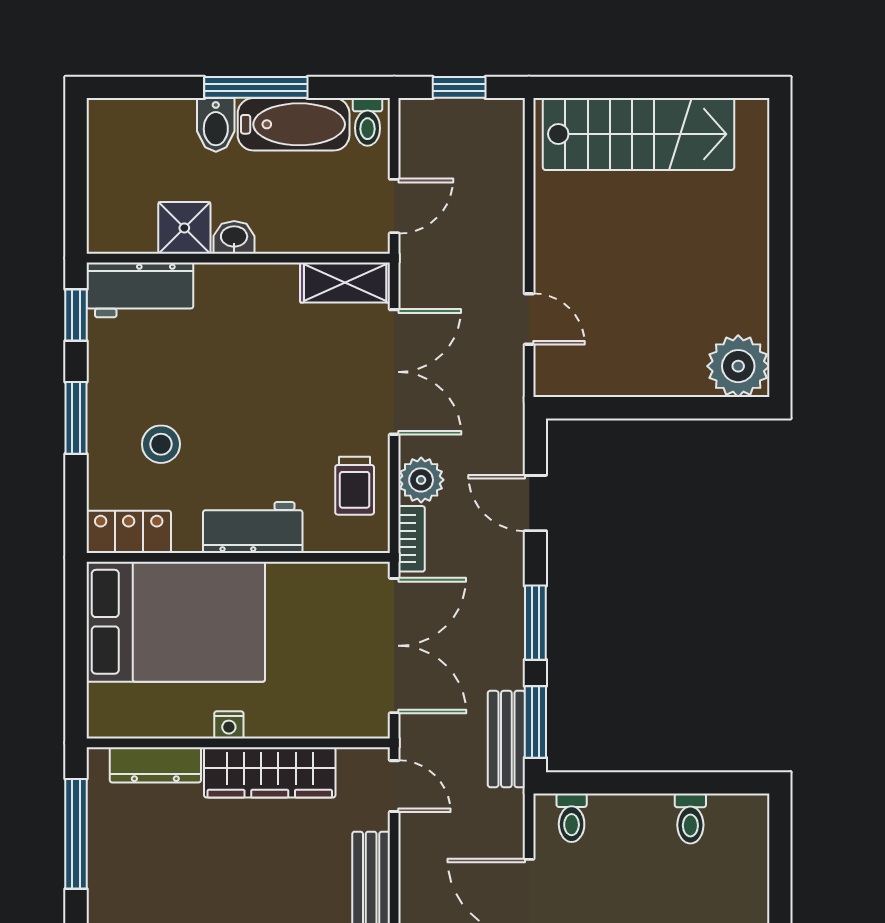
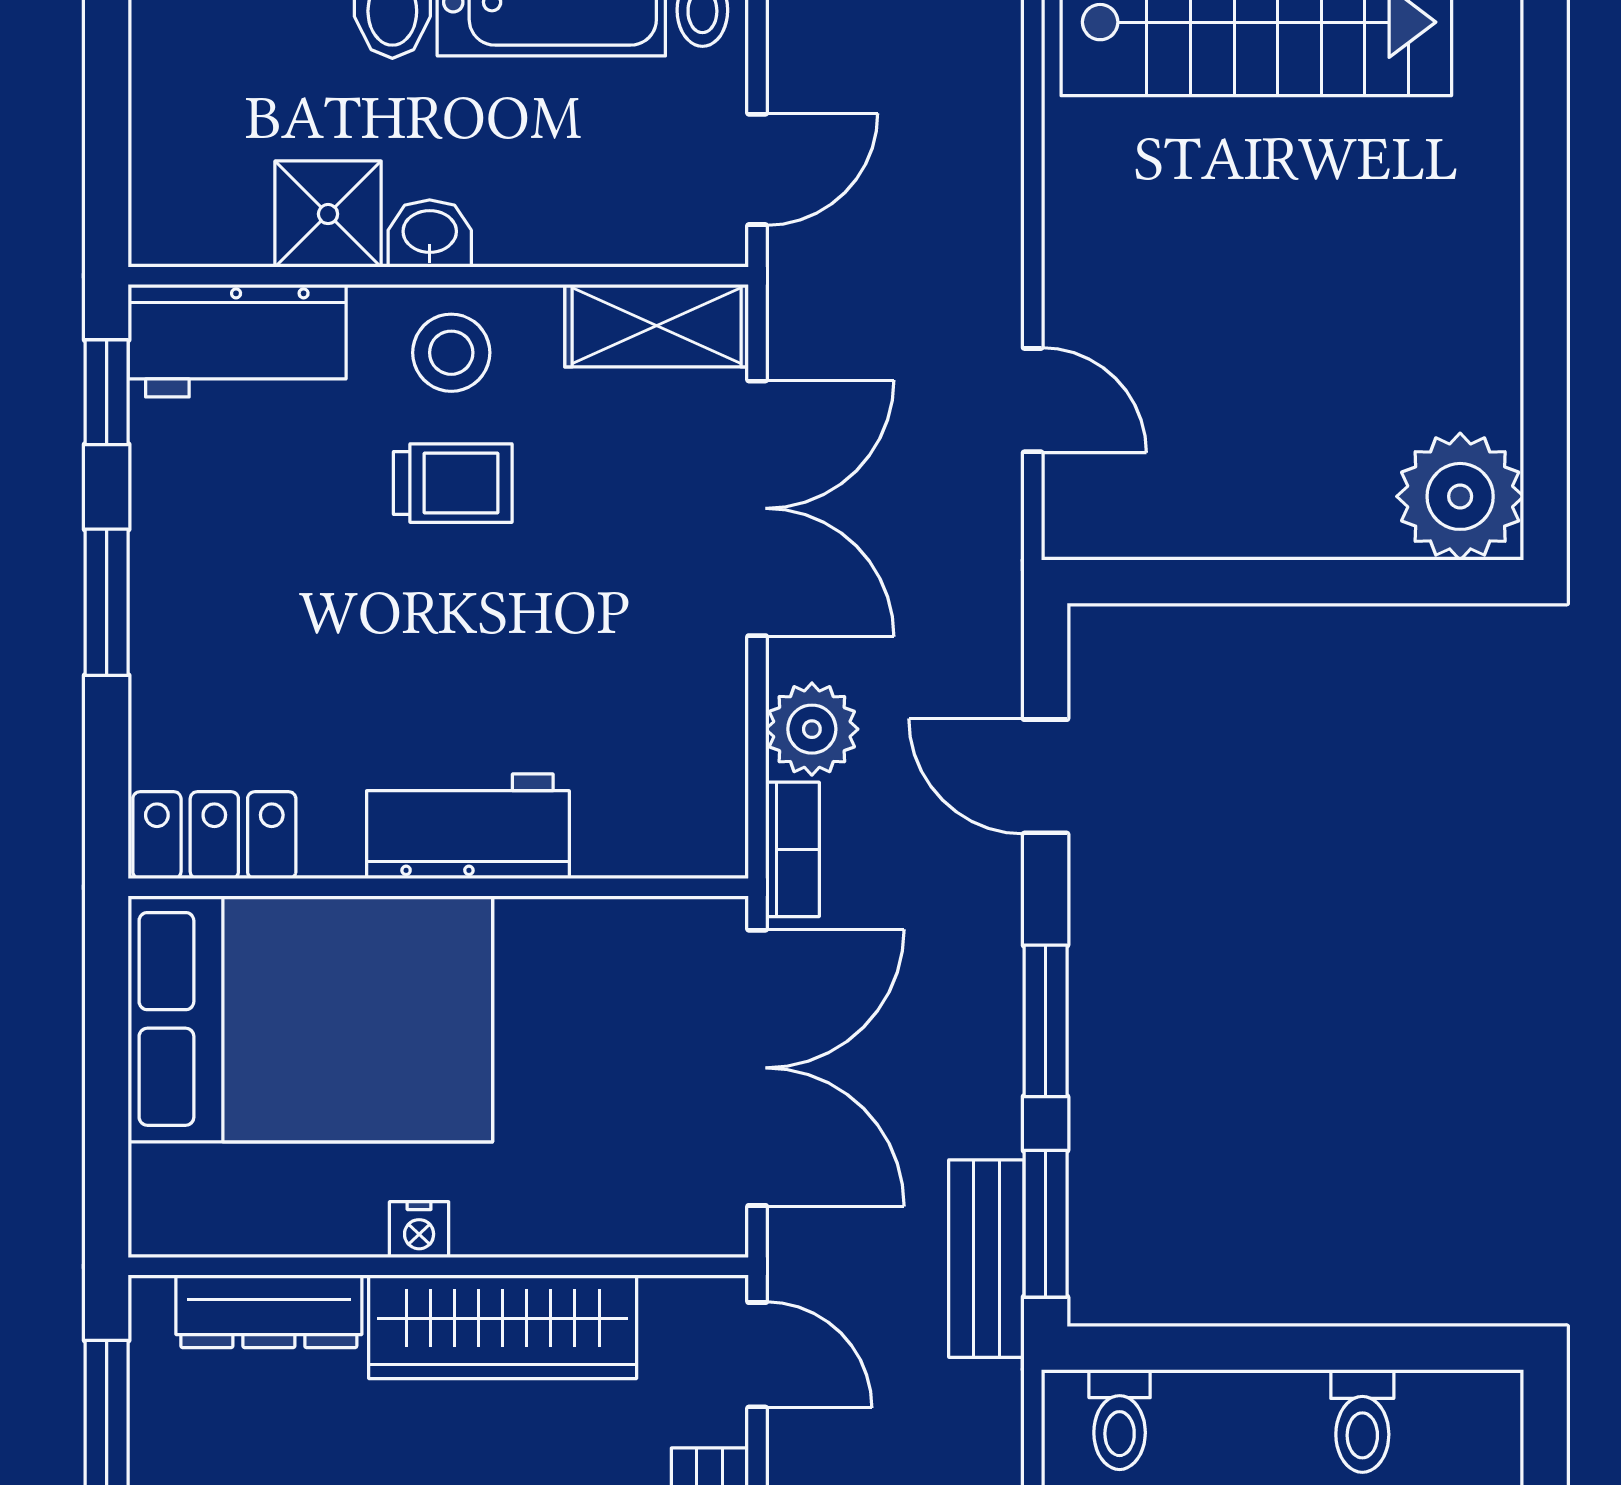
stool: (161, 444) -> (451, 353), moved
trolley: (355, 486) -> (453, 483), moved, turned -90

